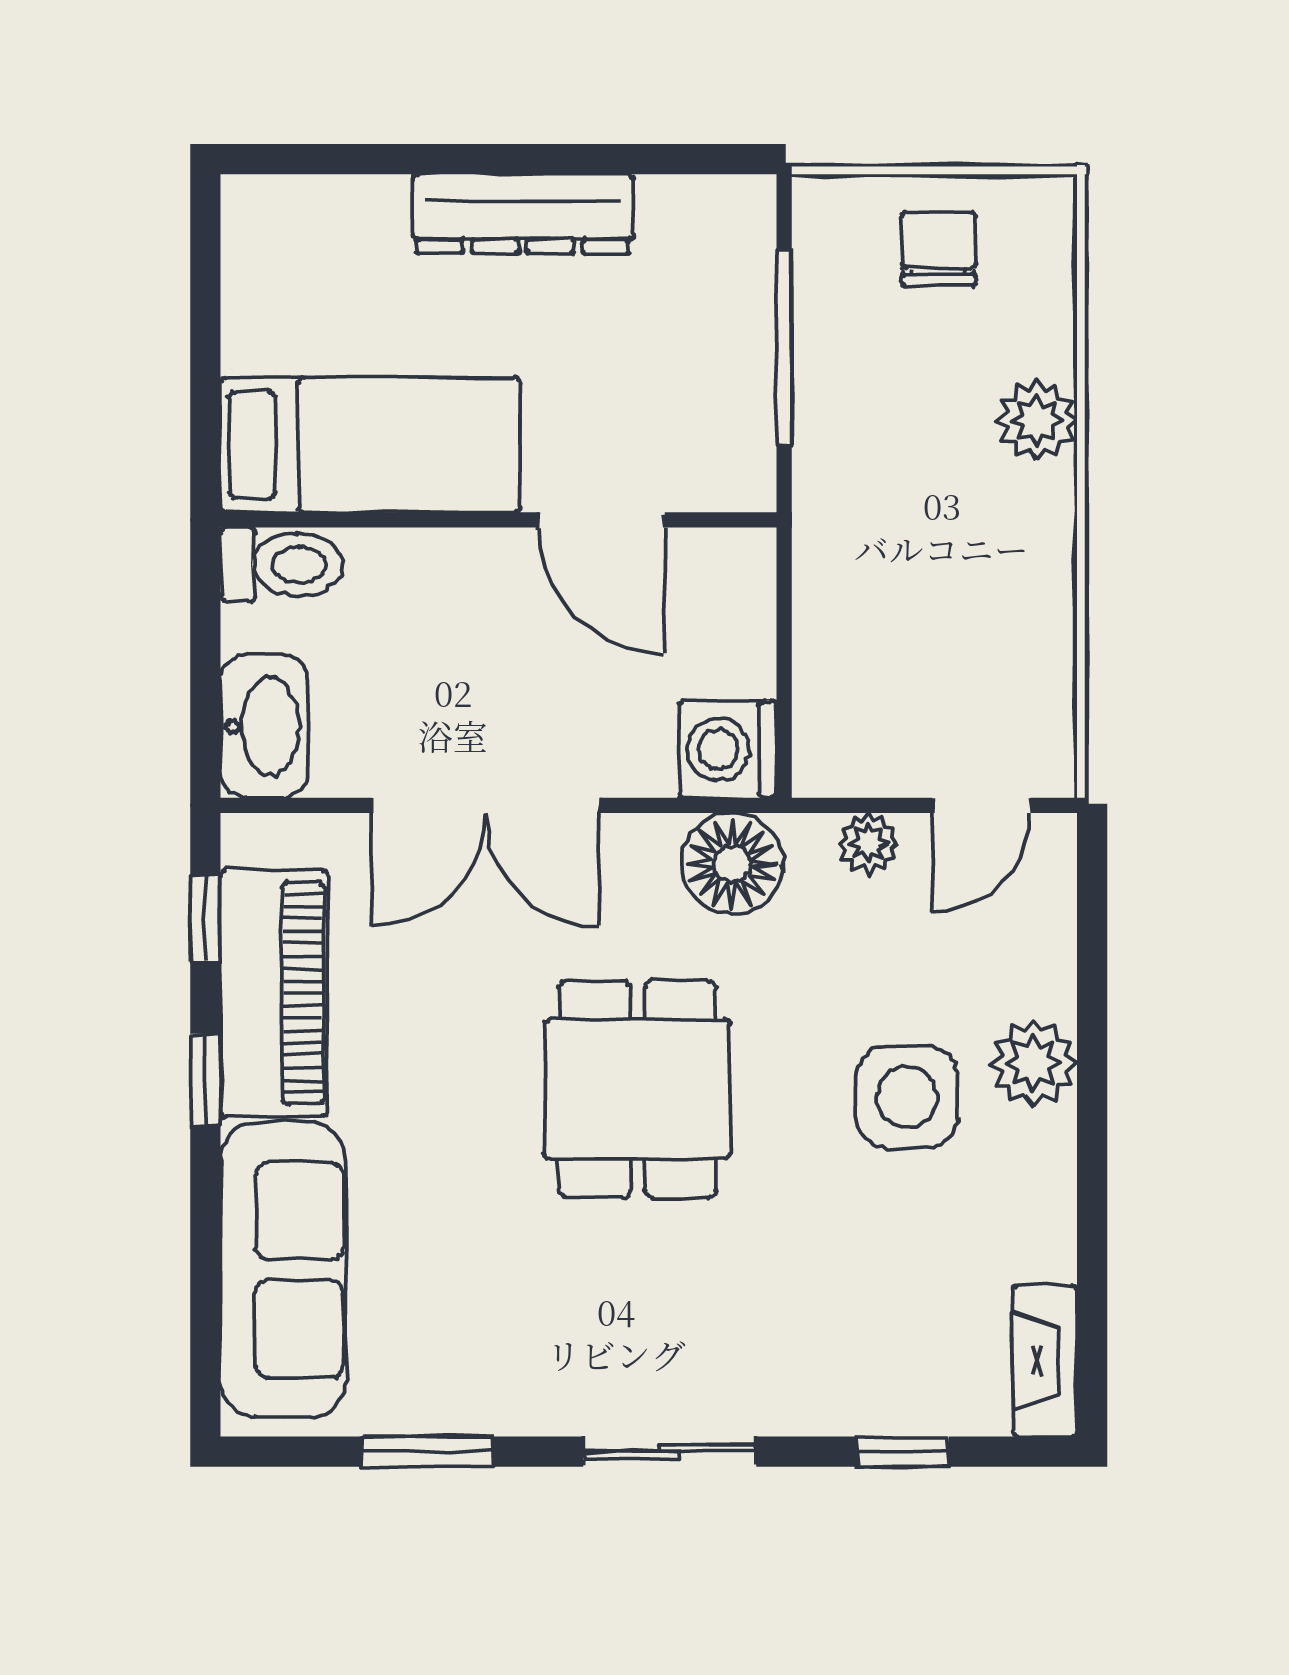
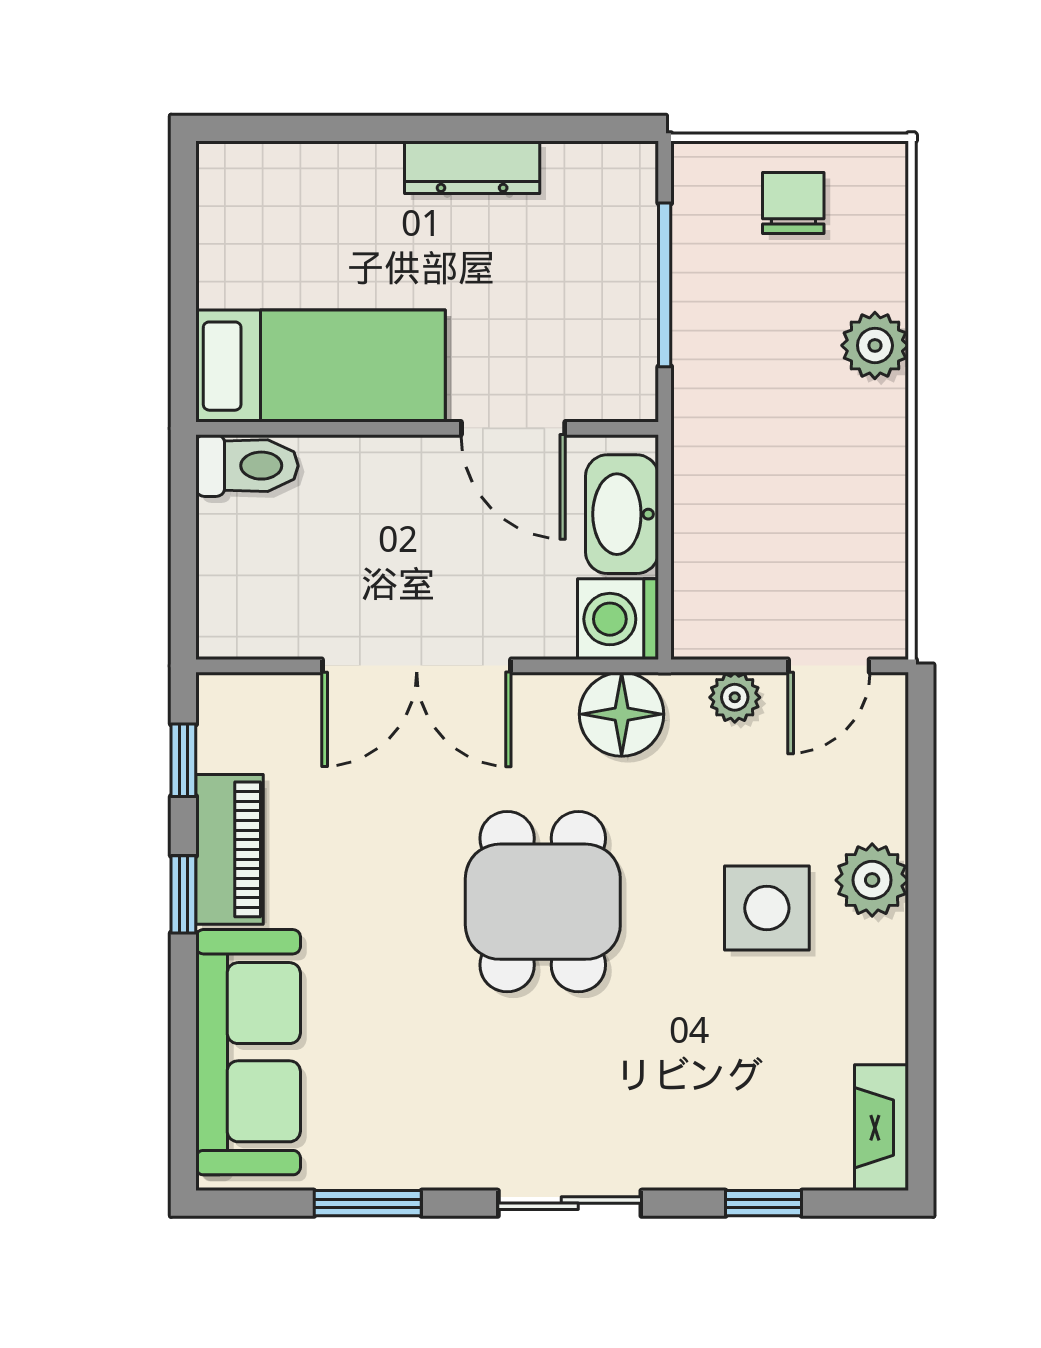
dresser: (523, 214) -> (472, 167), width x0.73, depth x0.80
washbasin: (264, 726) -> (622, 514), moved, turned 180
piano: (274, 993) -> (230, 849), width x0.73, depth x0.75

